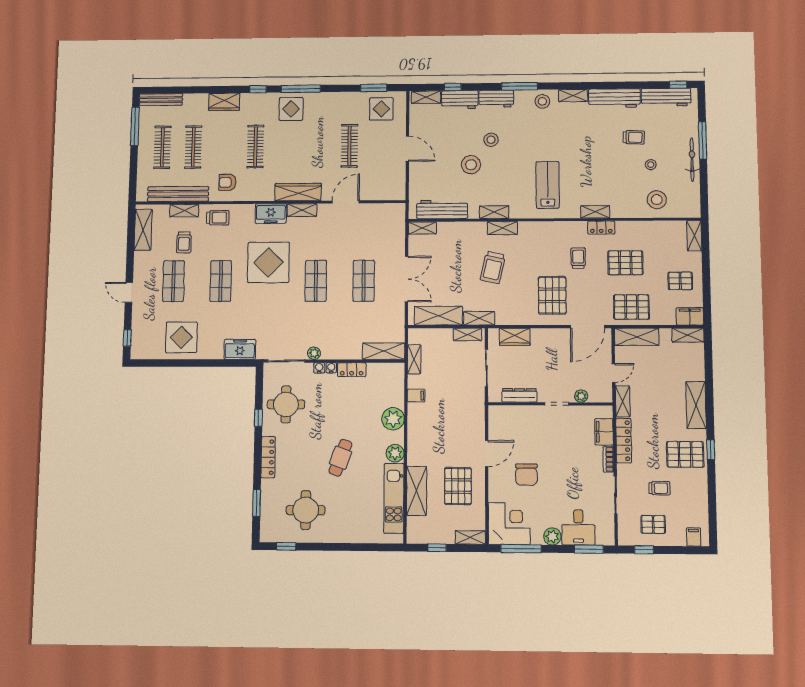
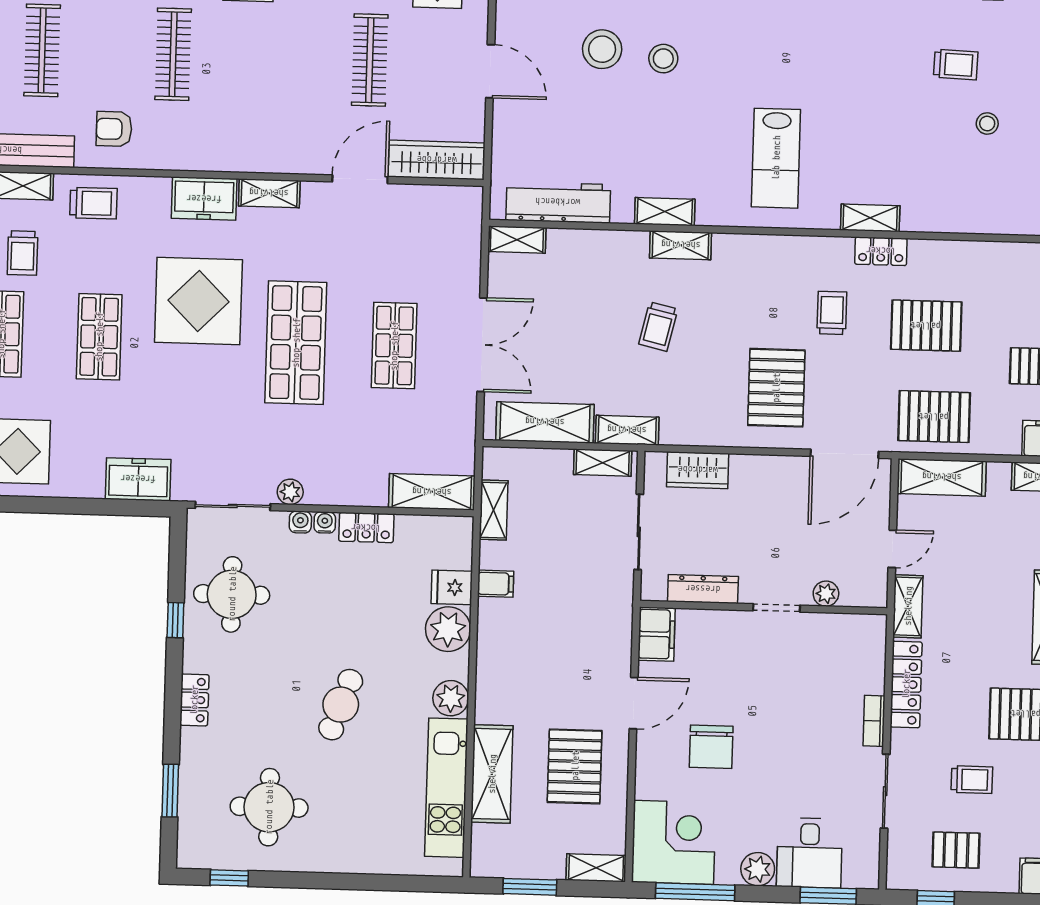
stool: (471, 165) -> (602, 49), moved
lab bench: (548, 185) -> (776, 158), turned 180
wardrobe: (298, 192) -> (437, 160), moved
stool: (657, 200) -> (996, 197), removed
trolley: (493, 267) -> (658, 327), width x0.73, depth x0.72
shop shelf: (316, 281) -> (296, 343), width x1.43, depth x1.36
fridge: (394, 398) -> (452, 587), added
filing cabinet: (604, 432) -> (657, 634), moved, turned 180
locker: (268, 457) -> (194, 700), width x0.66
window: (437, 548) -> (530, 887), width x1.50

